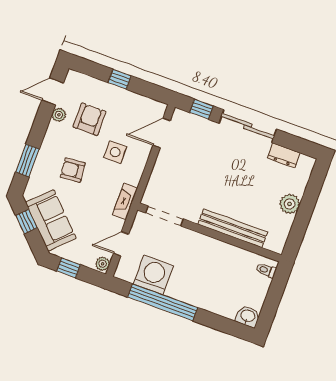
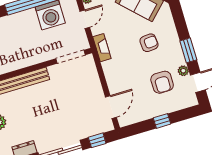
side table: (115, 152) -> (131, 74), removed
window: (27, 160) -> (188, 50), moved

